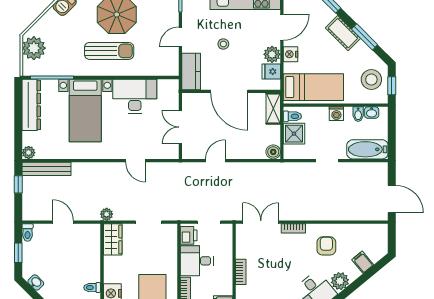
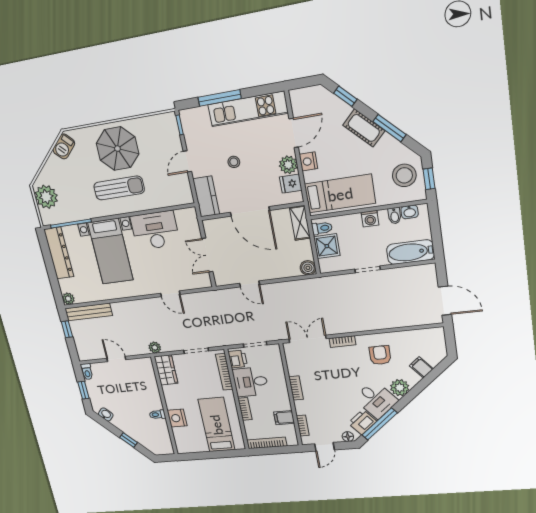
door: (215, 161) -> (250, 284), swing flipped
bookcase: (172, 248) -> (224, 372), added

